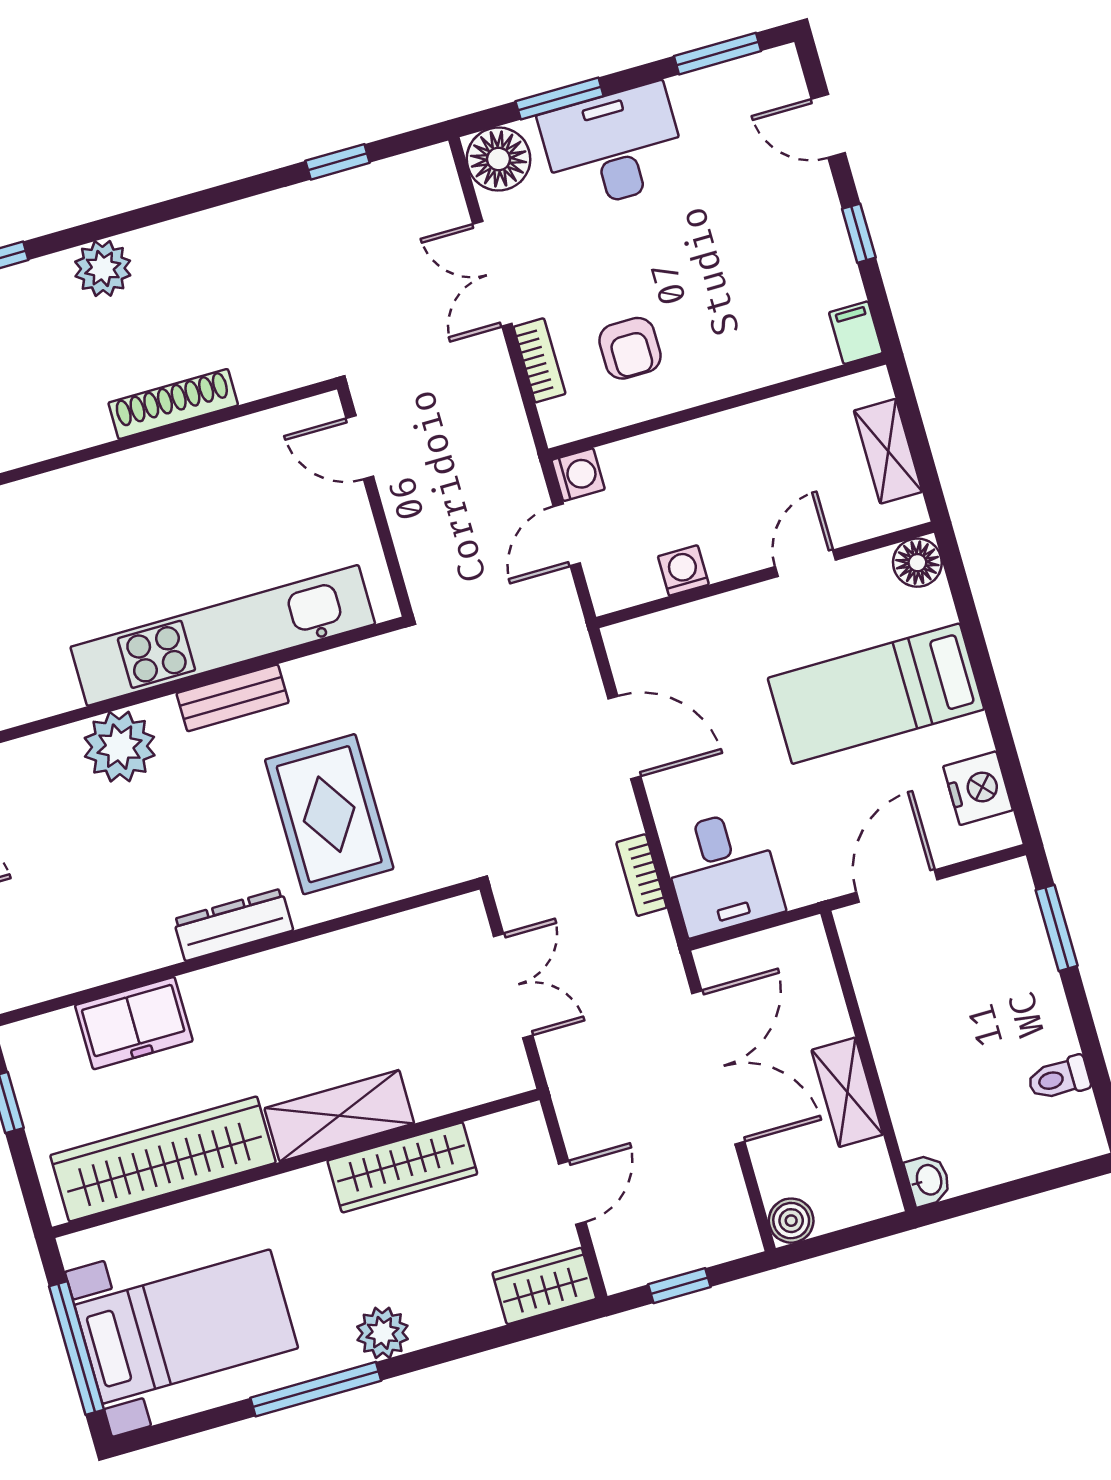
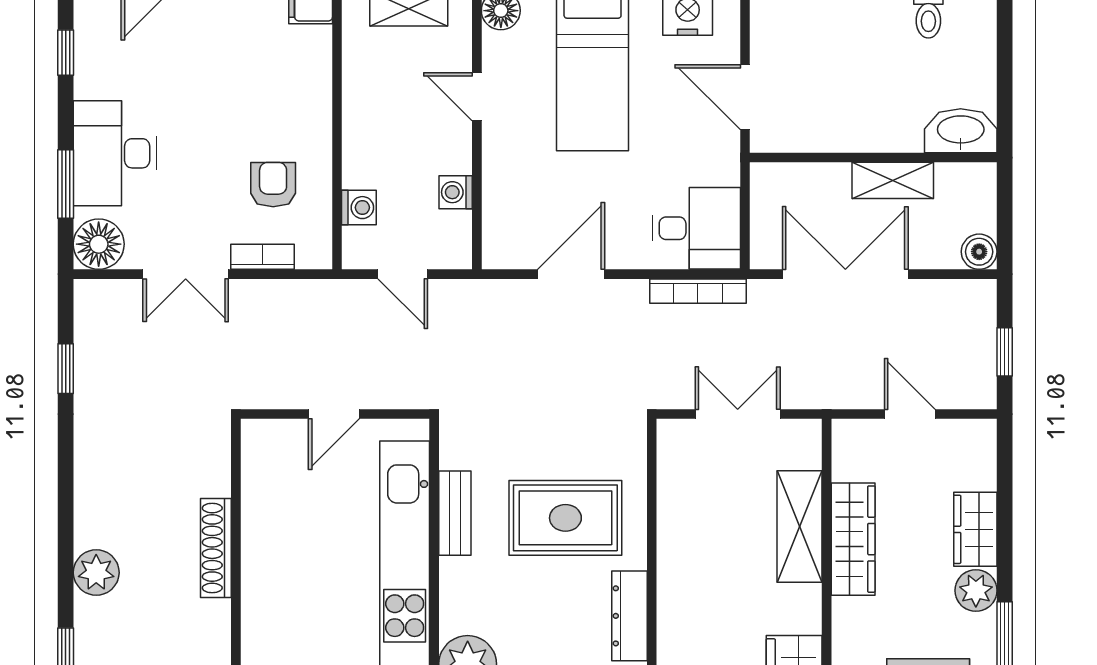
window: (718, 54) -> (66, 53), width x0.67
armchair: (630, 348) -> (273, 185), turned -90
door: (360, 447) -> (334, 414), moved
washing machine: (578, 475) -> (359, 208), moved, turned 90
bench: (233, 698) -> (455, 513), moved
bookcase: (641, 875) -> (698, 291), width x1.56
shelving: (339, 1116) -> (800, 527), moved
washbasin: (928, 1180) -> (961, 131), width x1.91, depth x1.45
wardrobe: (544, 1286) -> (975, 529), moved

